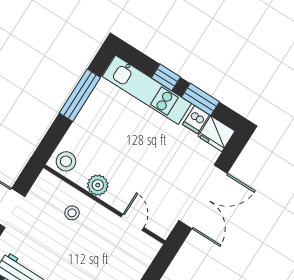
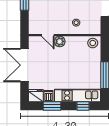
window: (166, 77) -> (83, 106), moved
plant: (98, 185) -> (60, 41), moved

